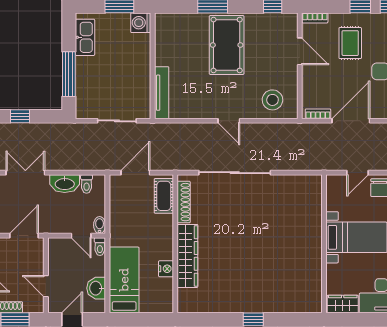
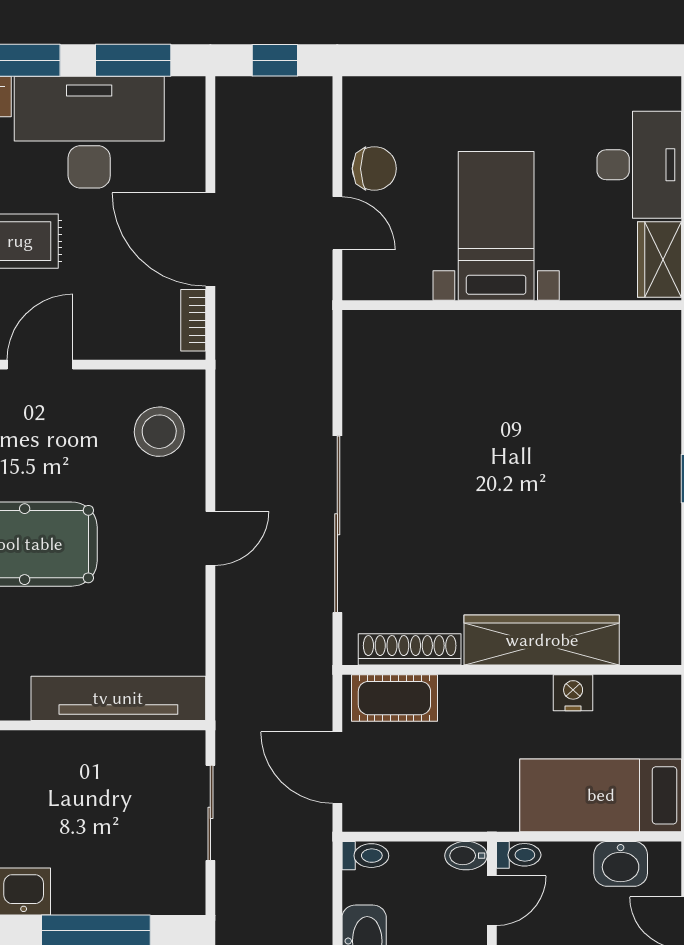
tv unit: (162, 93) -> (118, 698), width x1.36, depth x1.29
toilet: (87, 184) -> (365, 856), moved

